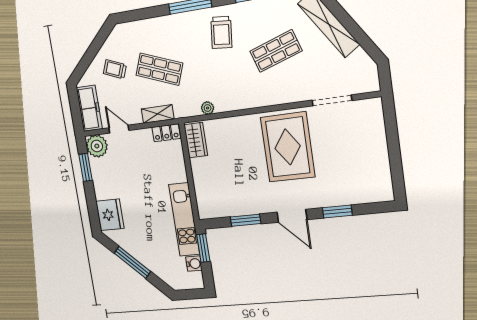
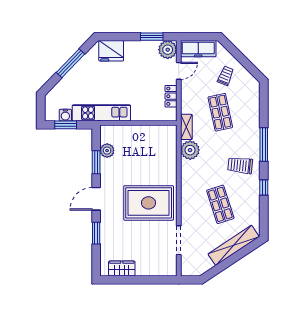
shop shelf: (159, 69) -> (220, 112), turned -33
plant: (208, 108) -> (190, 150), width x1.88, depth x1.88
shelving: (158, 114) -> (186, 127), moved
locker: (166, 133) -> (171, 96), moved
wardrobe: (196, 140) -> (122, 268), moved, turned 180
plant: (229, 208) -> (107, 151), added
window: (203, 248) -> (66, 125), moved

